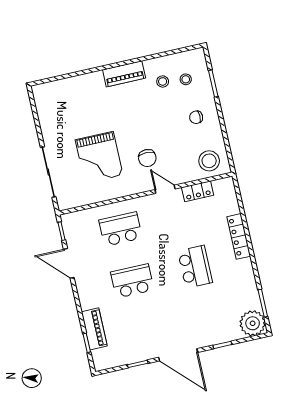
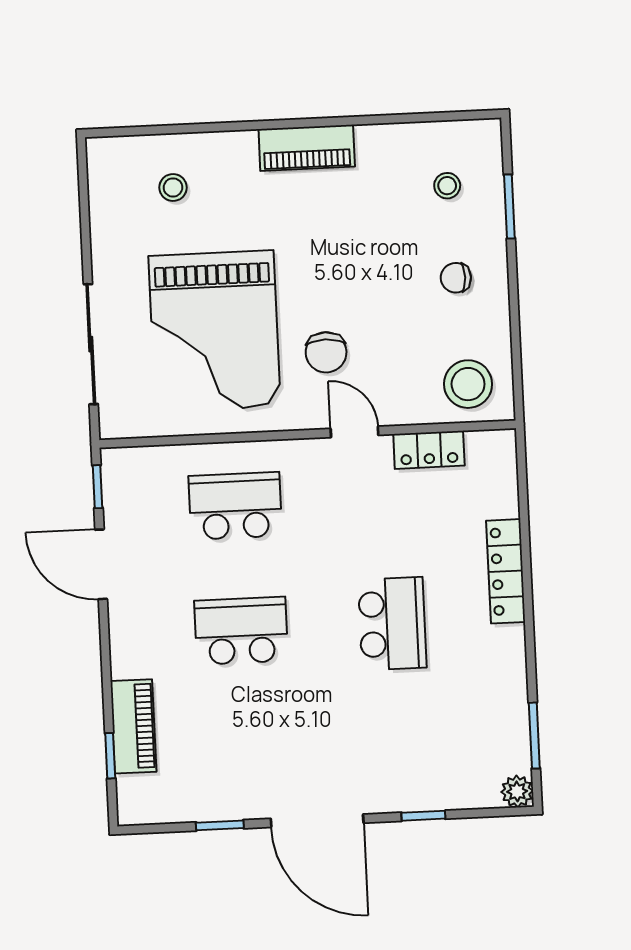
stool: (163, 81) -> (173, 187), moved
grand piano: (99, 157) -> (215, 331), width x1.37, depth x1.48
plant: (253, 323) -> (517, 791), width x0.53, depth x0.53

